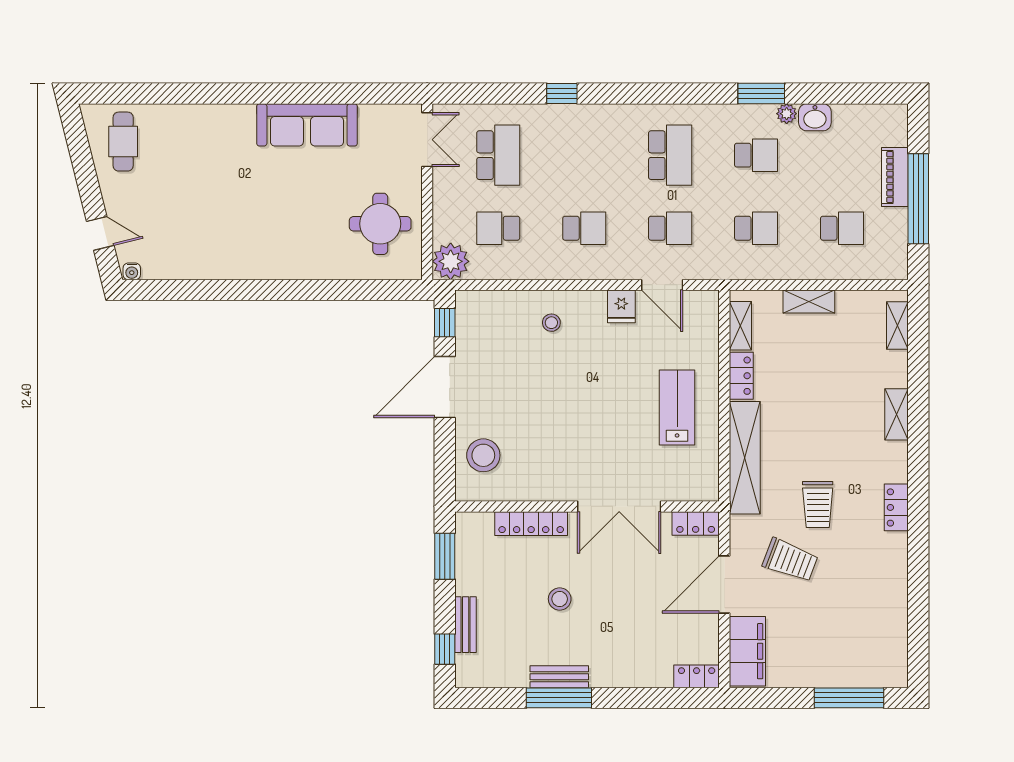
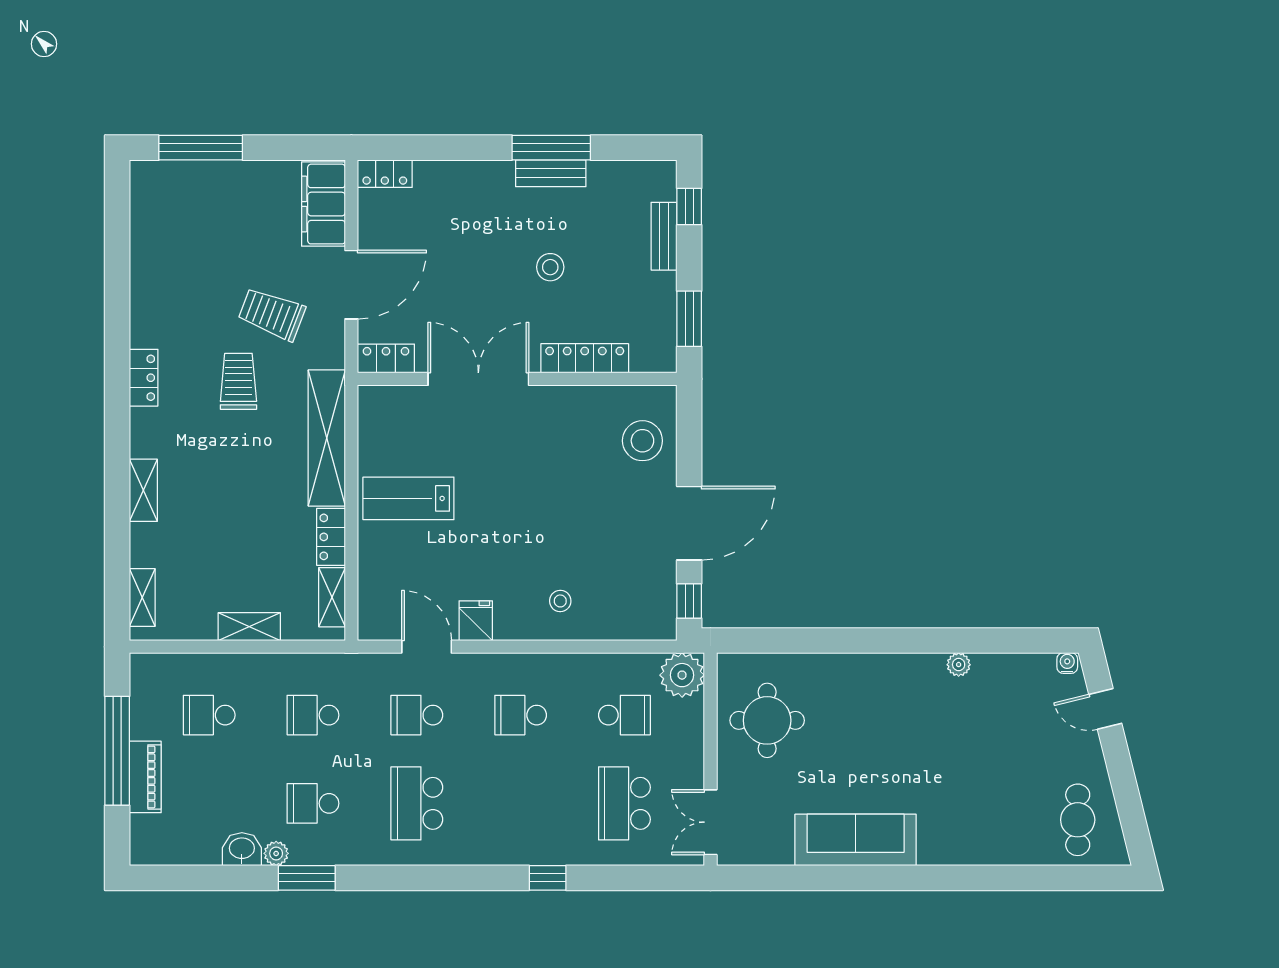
plant: (222, 270) -> (959, 665), added
lab bench: (677, 408) -> (408, 498), turned 90

